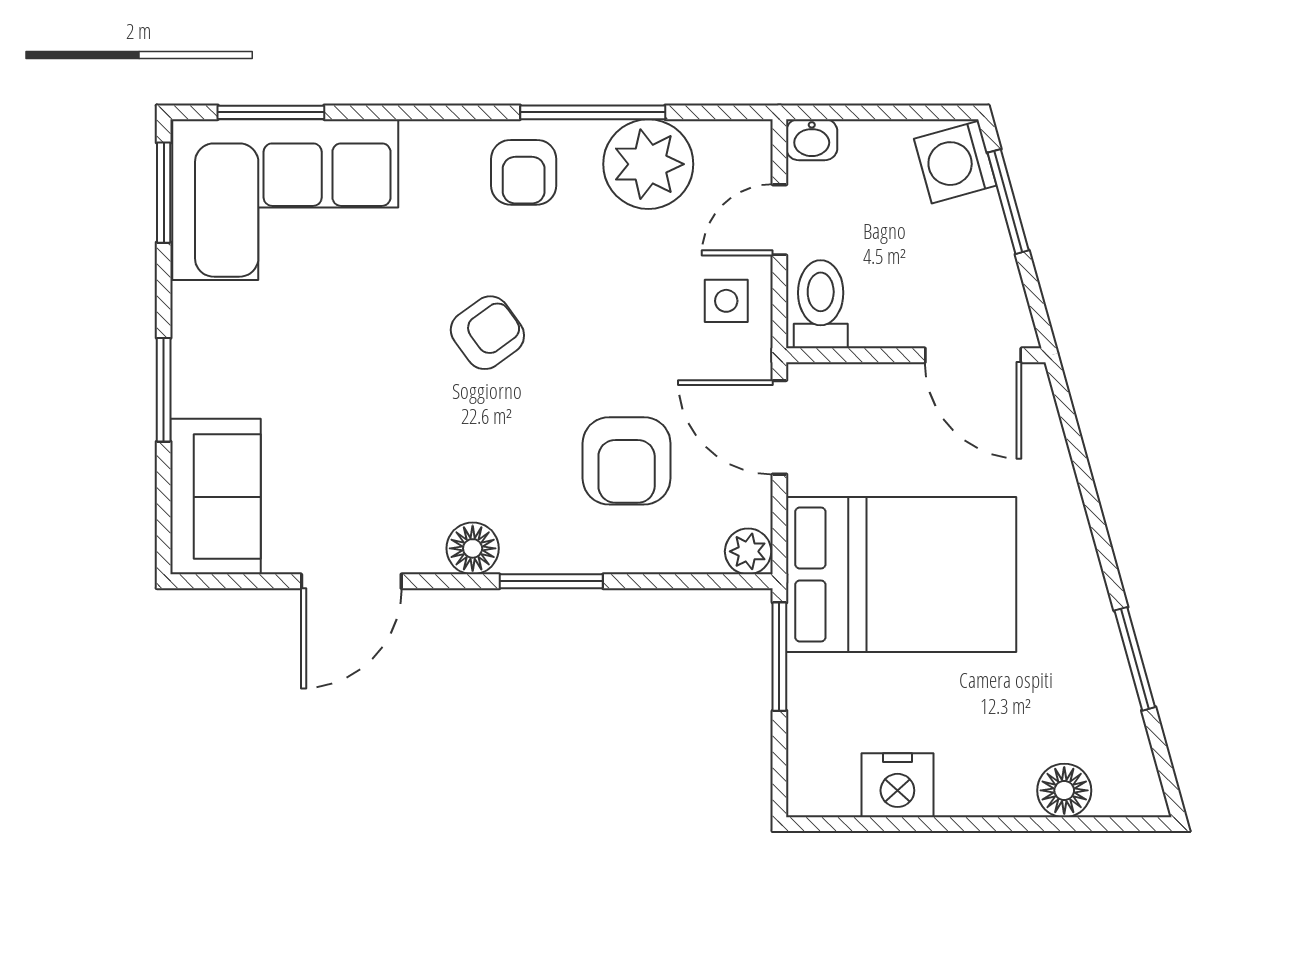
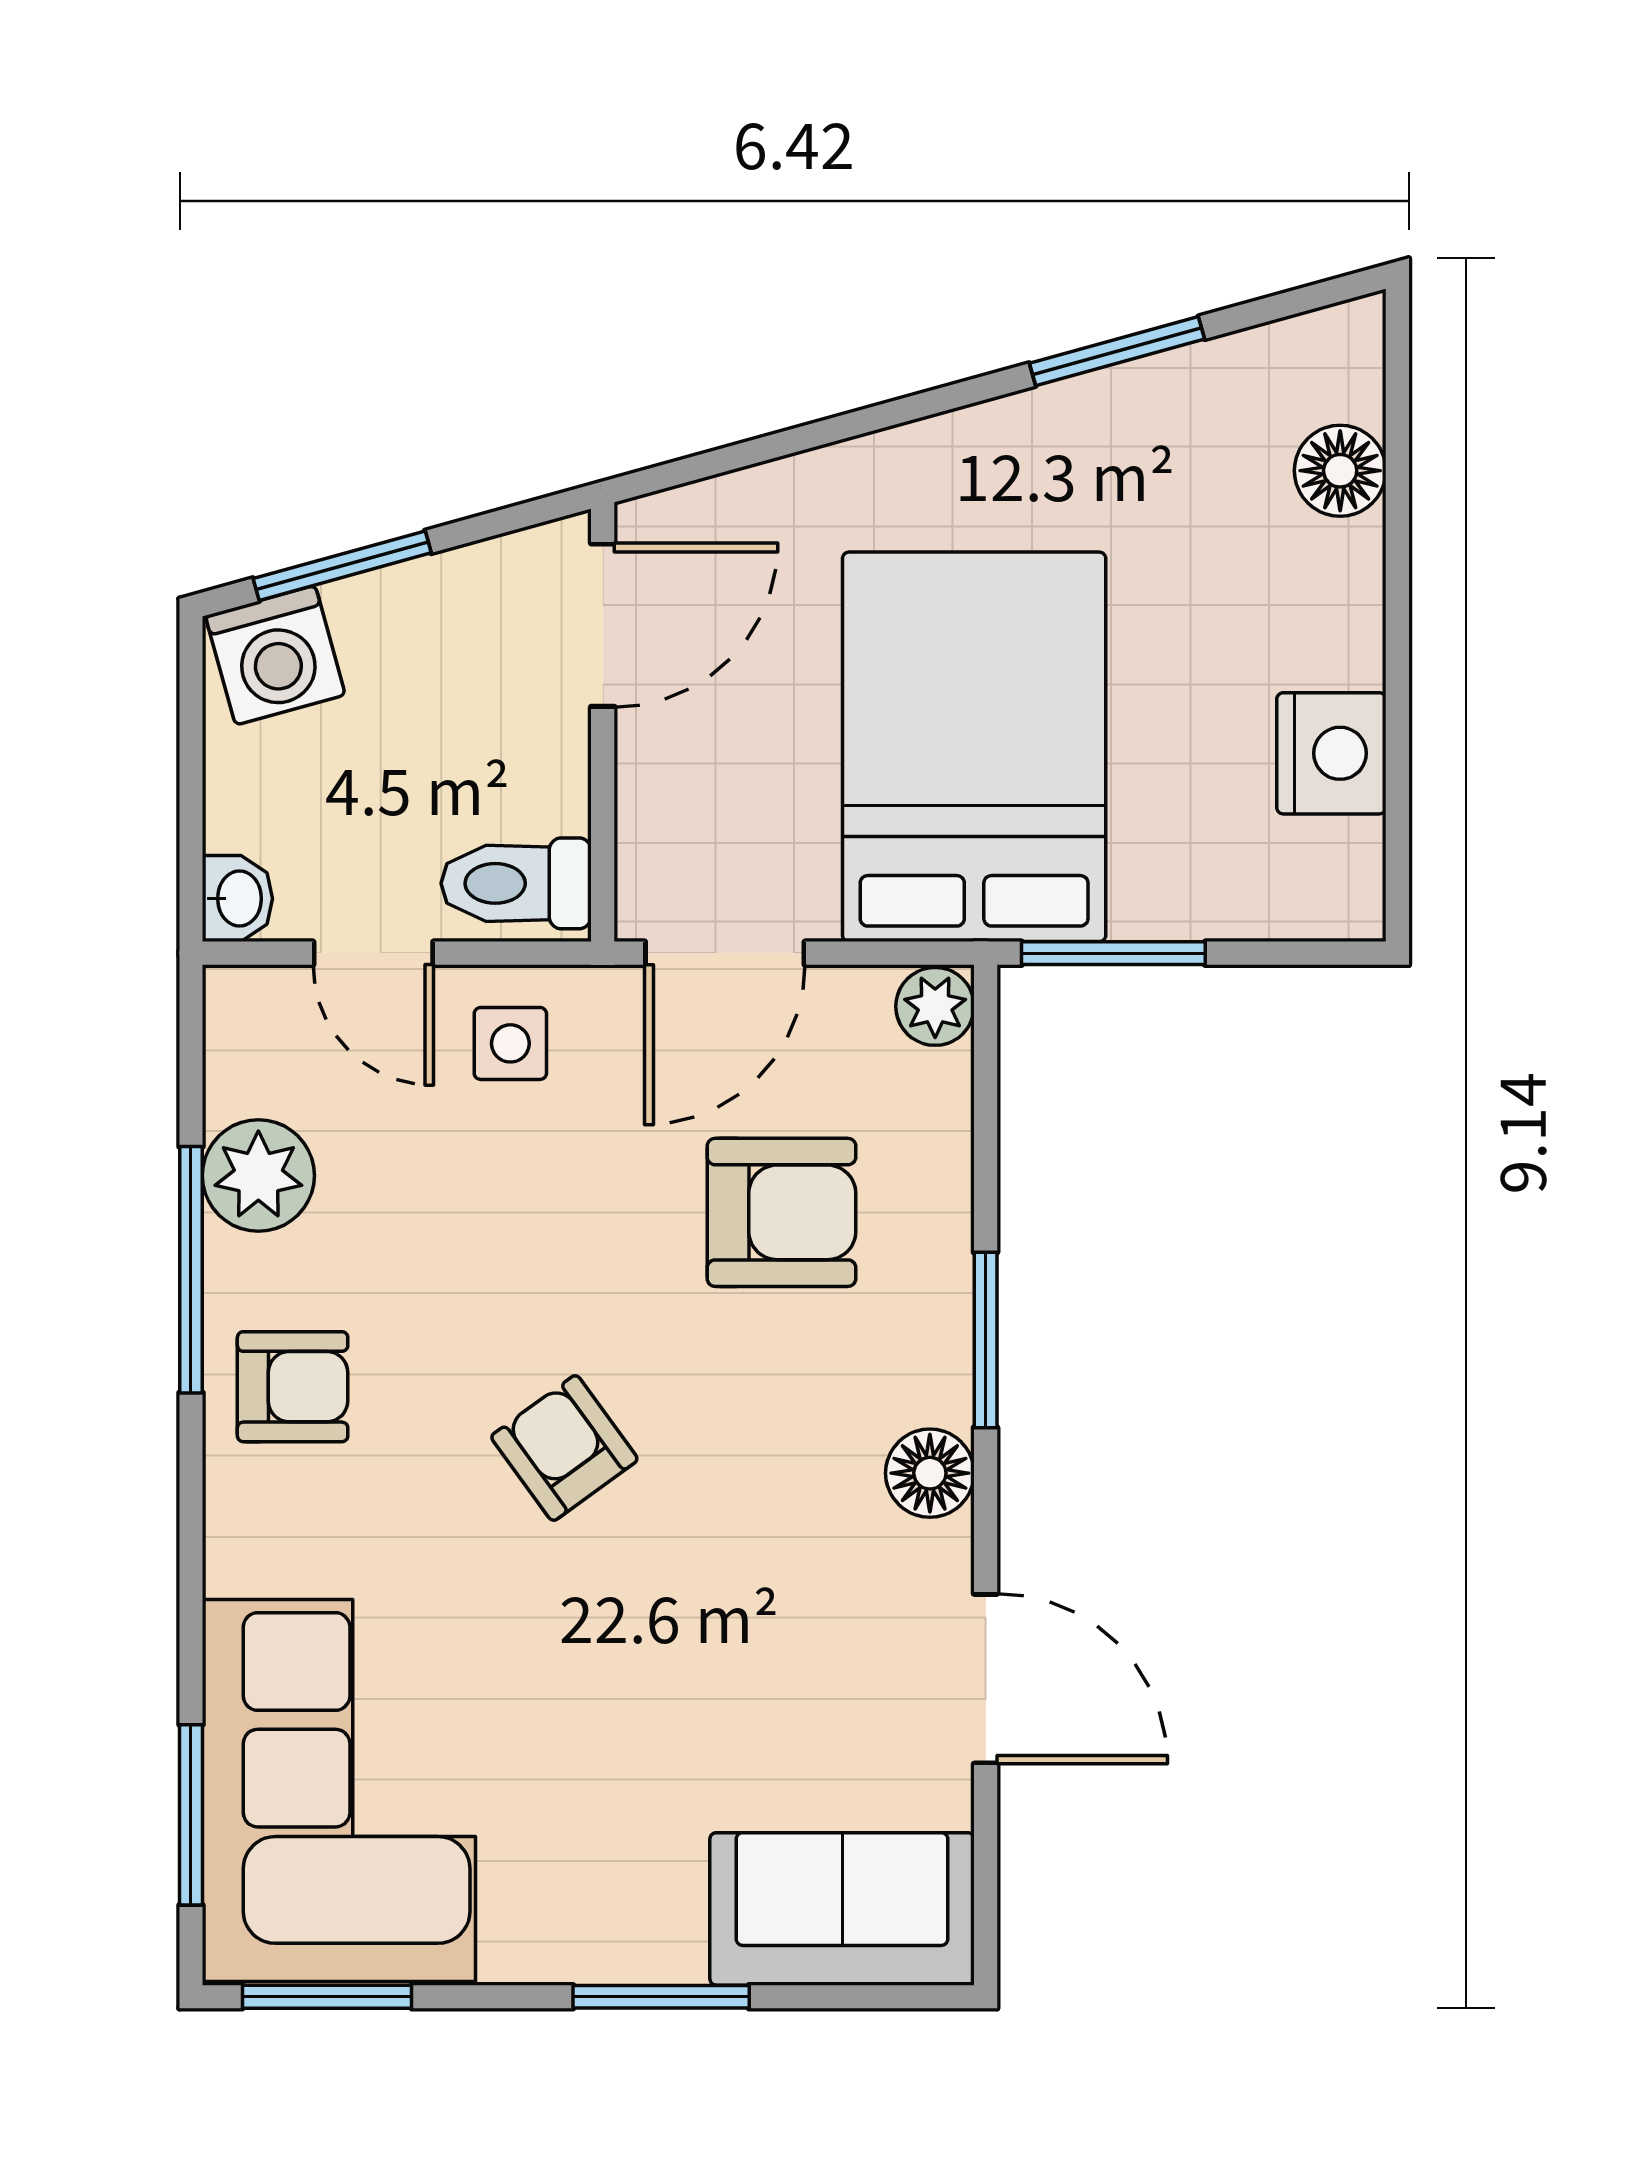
plant: (648, 164) -> (258, 1176), width x0.73, depth x0.73

